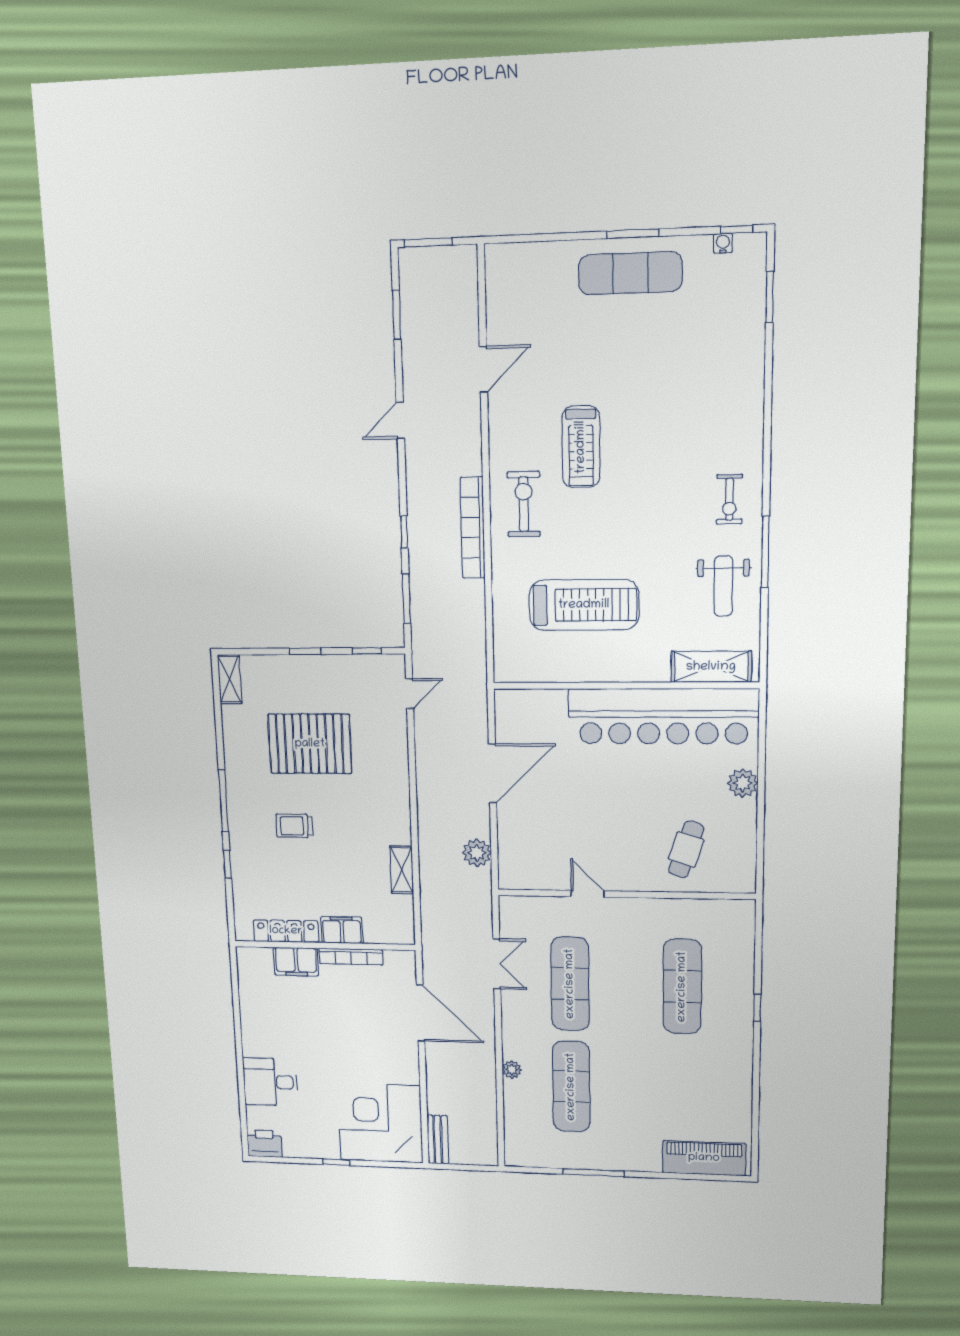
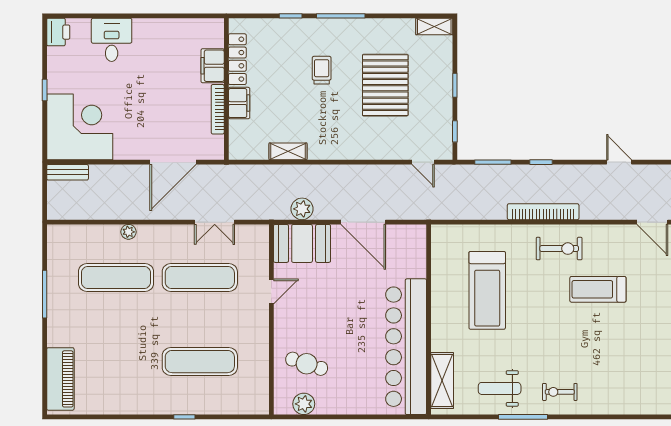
plant: (743, 783) -> (304, 404), moved
booth: (523, 853) -> (302, 243), added

